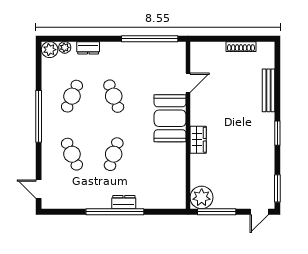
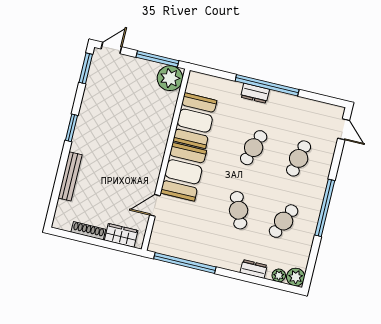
wardrobe: (198, 140) -> (121, 235), moved, turned 90
cafe table: (72, 154) -> (299, 158), turned 36
booth: (171, 165) -> (195, 121), added

